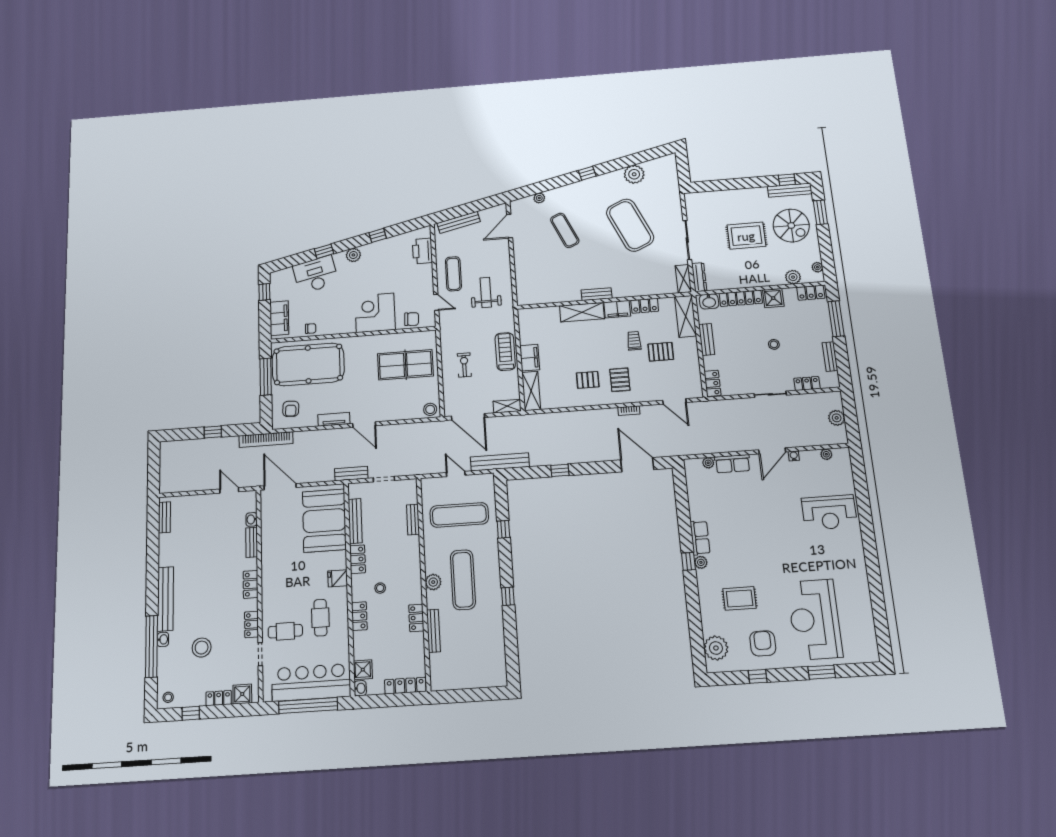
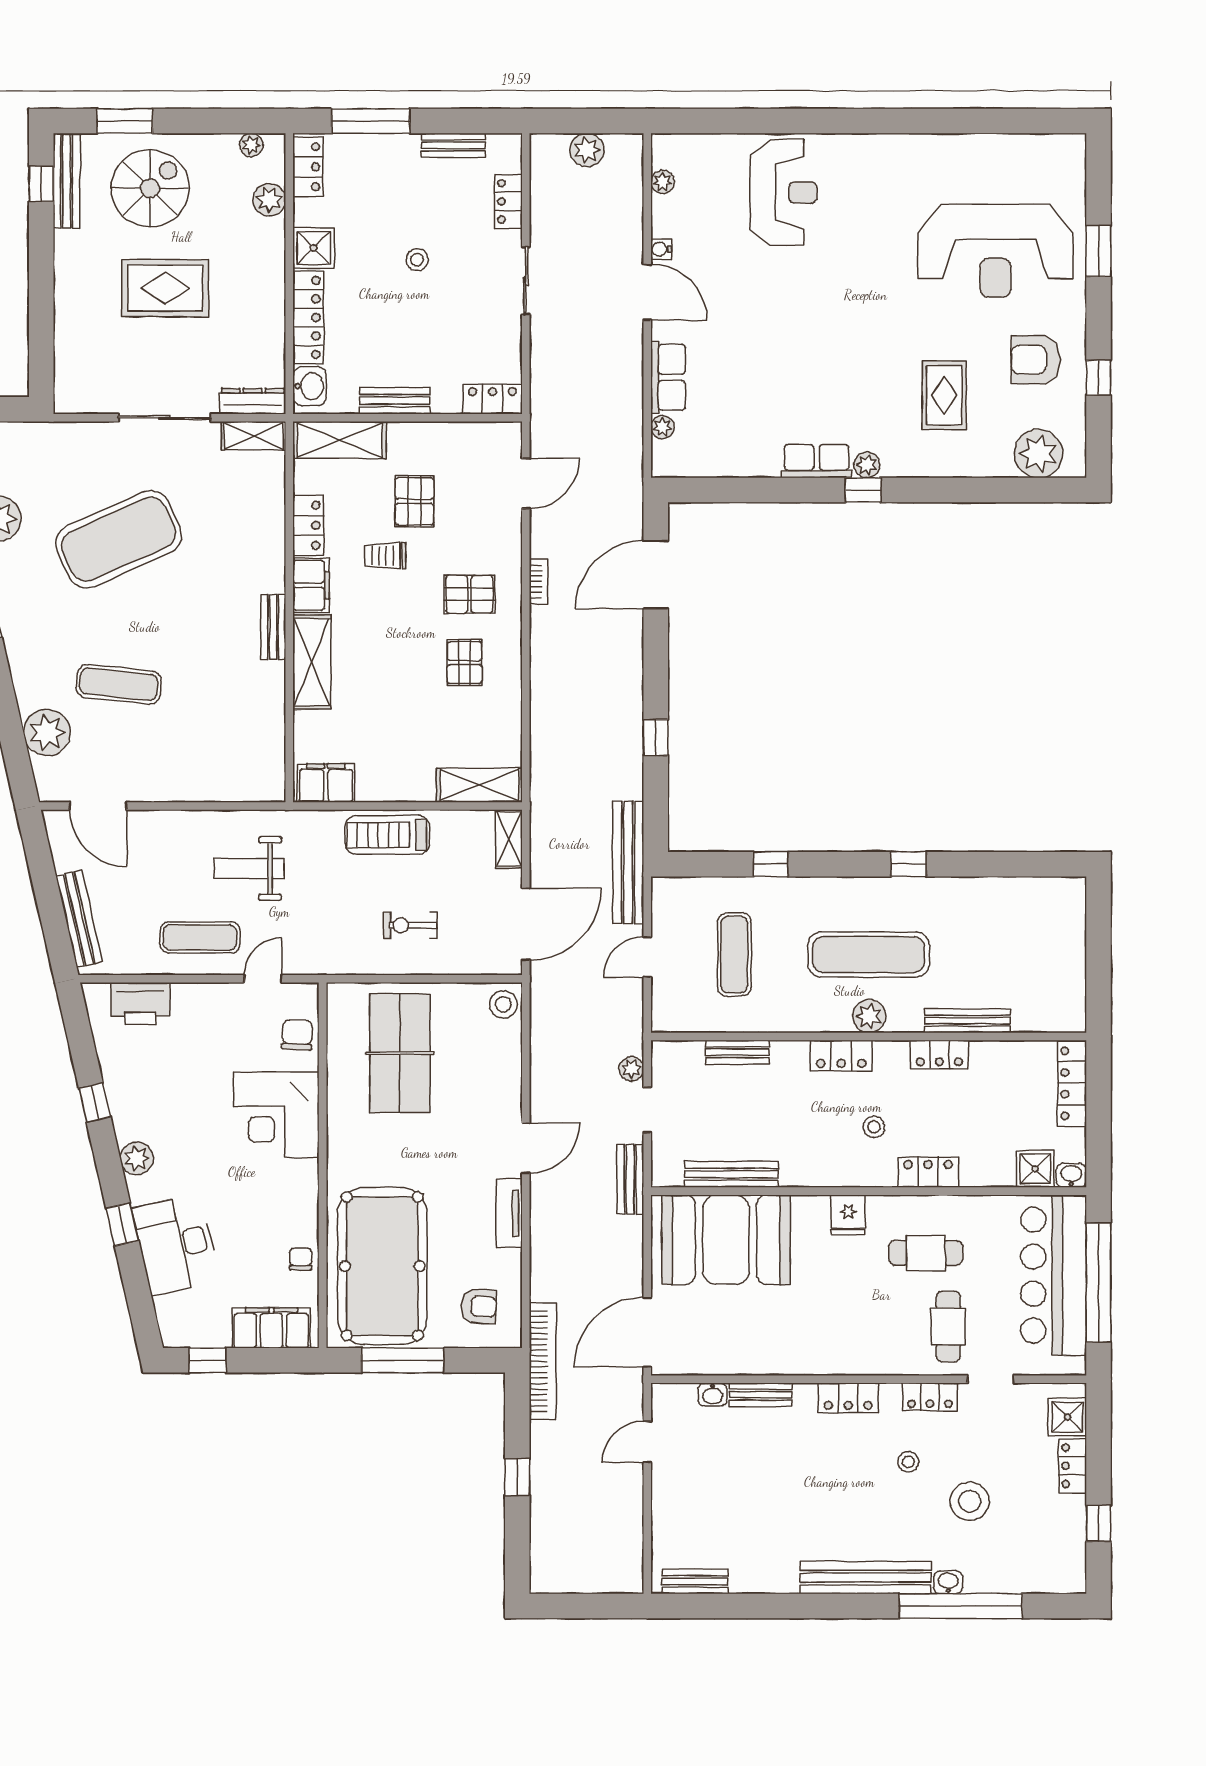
plant: (539, 198) -> (47, 733), width x1.88, depth x1.88
exercise mat: (565, 230) -> (119, 684), turned 30
rug: (746, 236) -> (165, 288), turned 90
filing cabinet: (530, 358) -> (326, 783), moved
plant: (403, 470) -> (631, 1069), added
exercise mat: (459, 515) -> (734, 955), width x0.73, depth x0.69
locker: (358, 559) -> (841, 1056), moved, turned 180
stool: (168, 697) -> (908, 1462), moved

